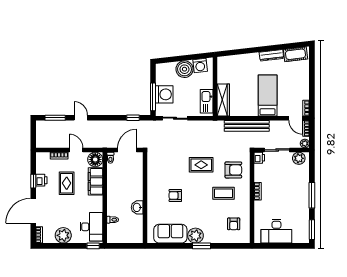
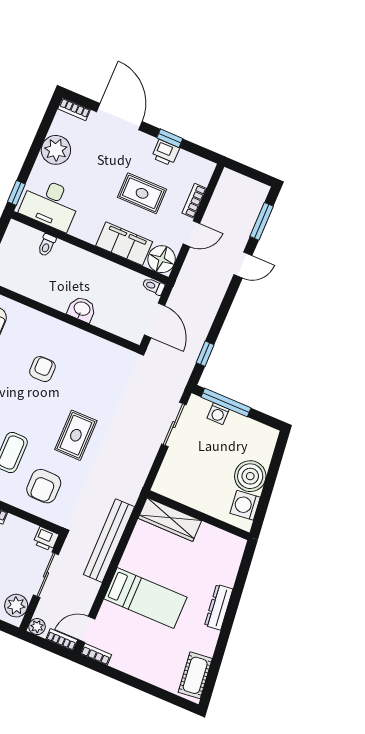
dresser: (271, 55) -> (219, 607), moved
washing machine: (164, 94) -> (218, 414), width x0.53, depth x0.53
kitchen sink: (207, 101) -> (180, 490), removed
washbasin: (137, 207) -> (82, 309), moved

